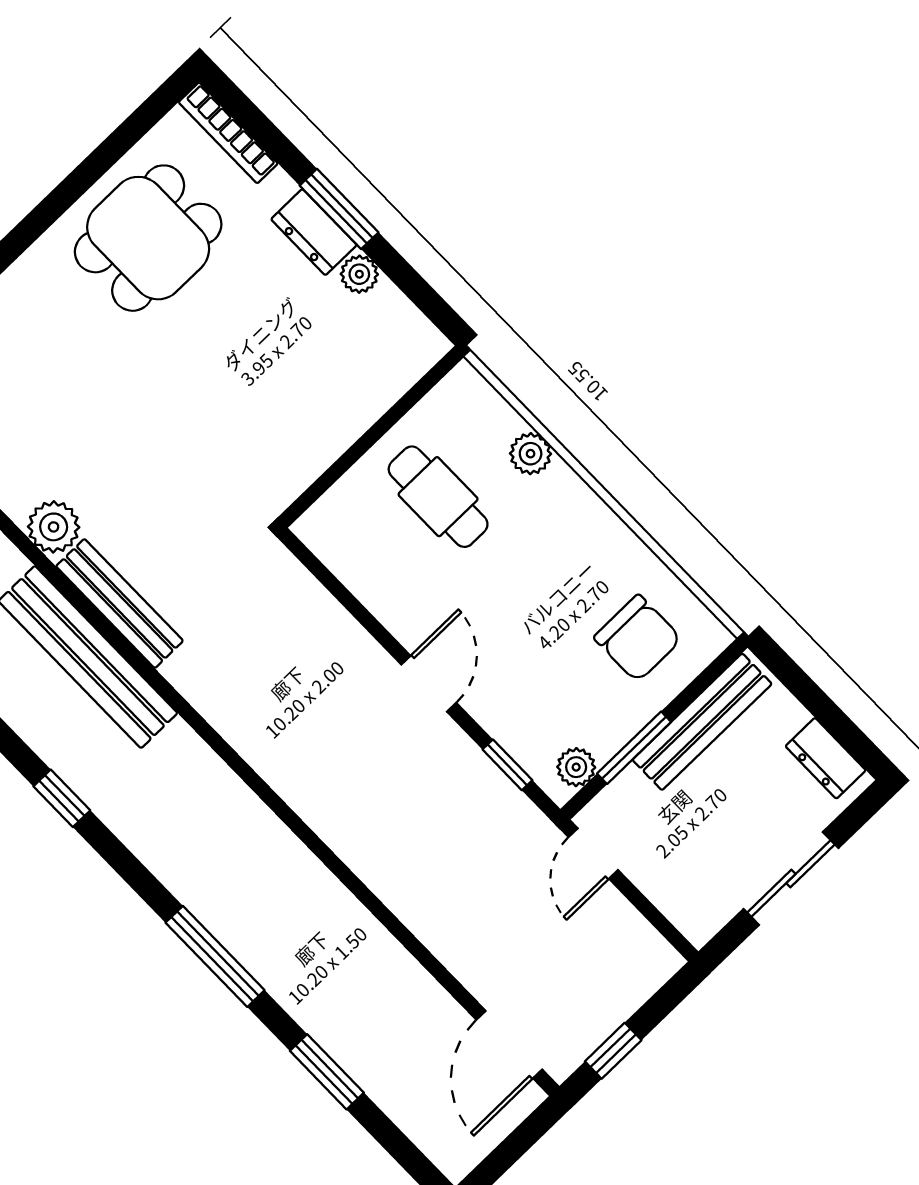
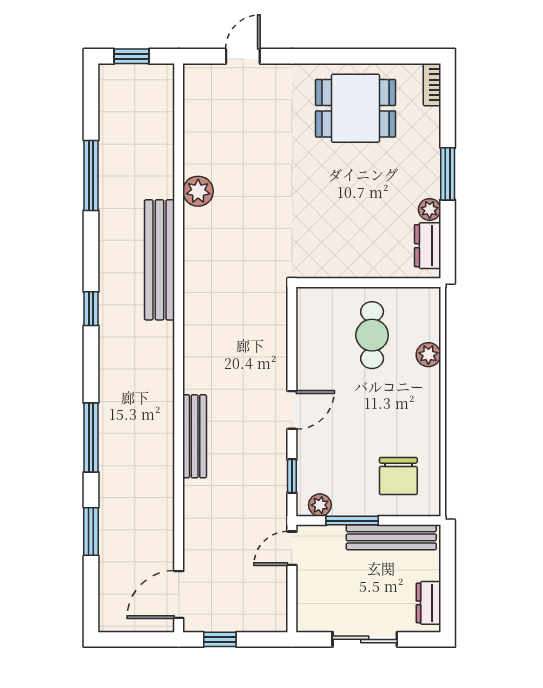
bookcase: (228, 133) -> (432, 85), width x0.64
dresser: (314, 232) -> (428, 246), moved
bench: (120, 603) -> (195, 436), moved

